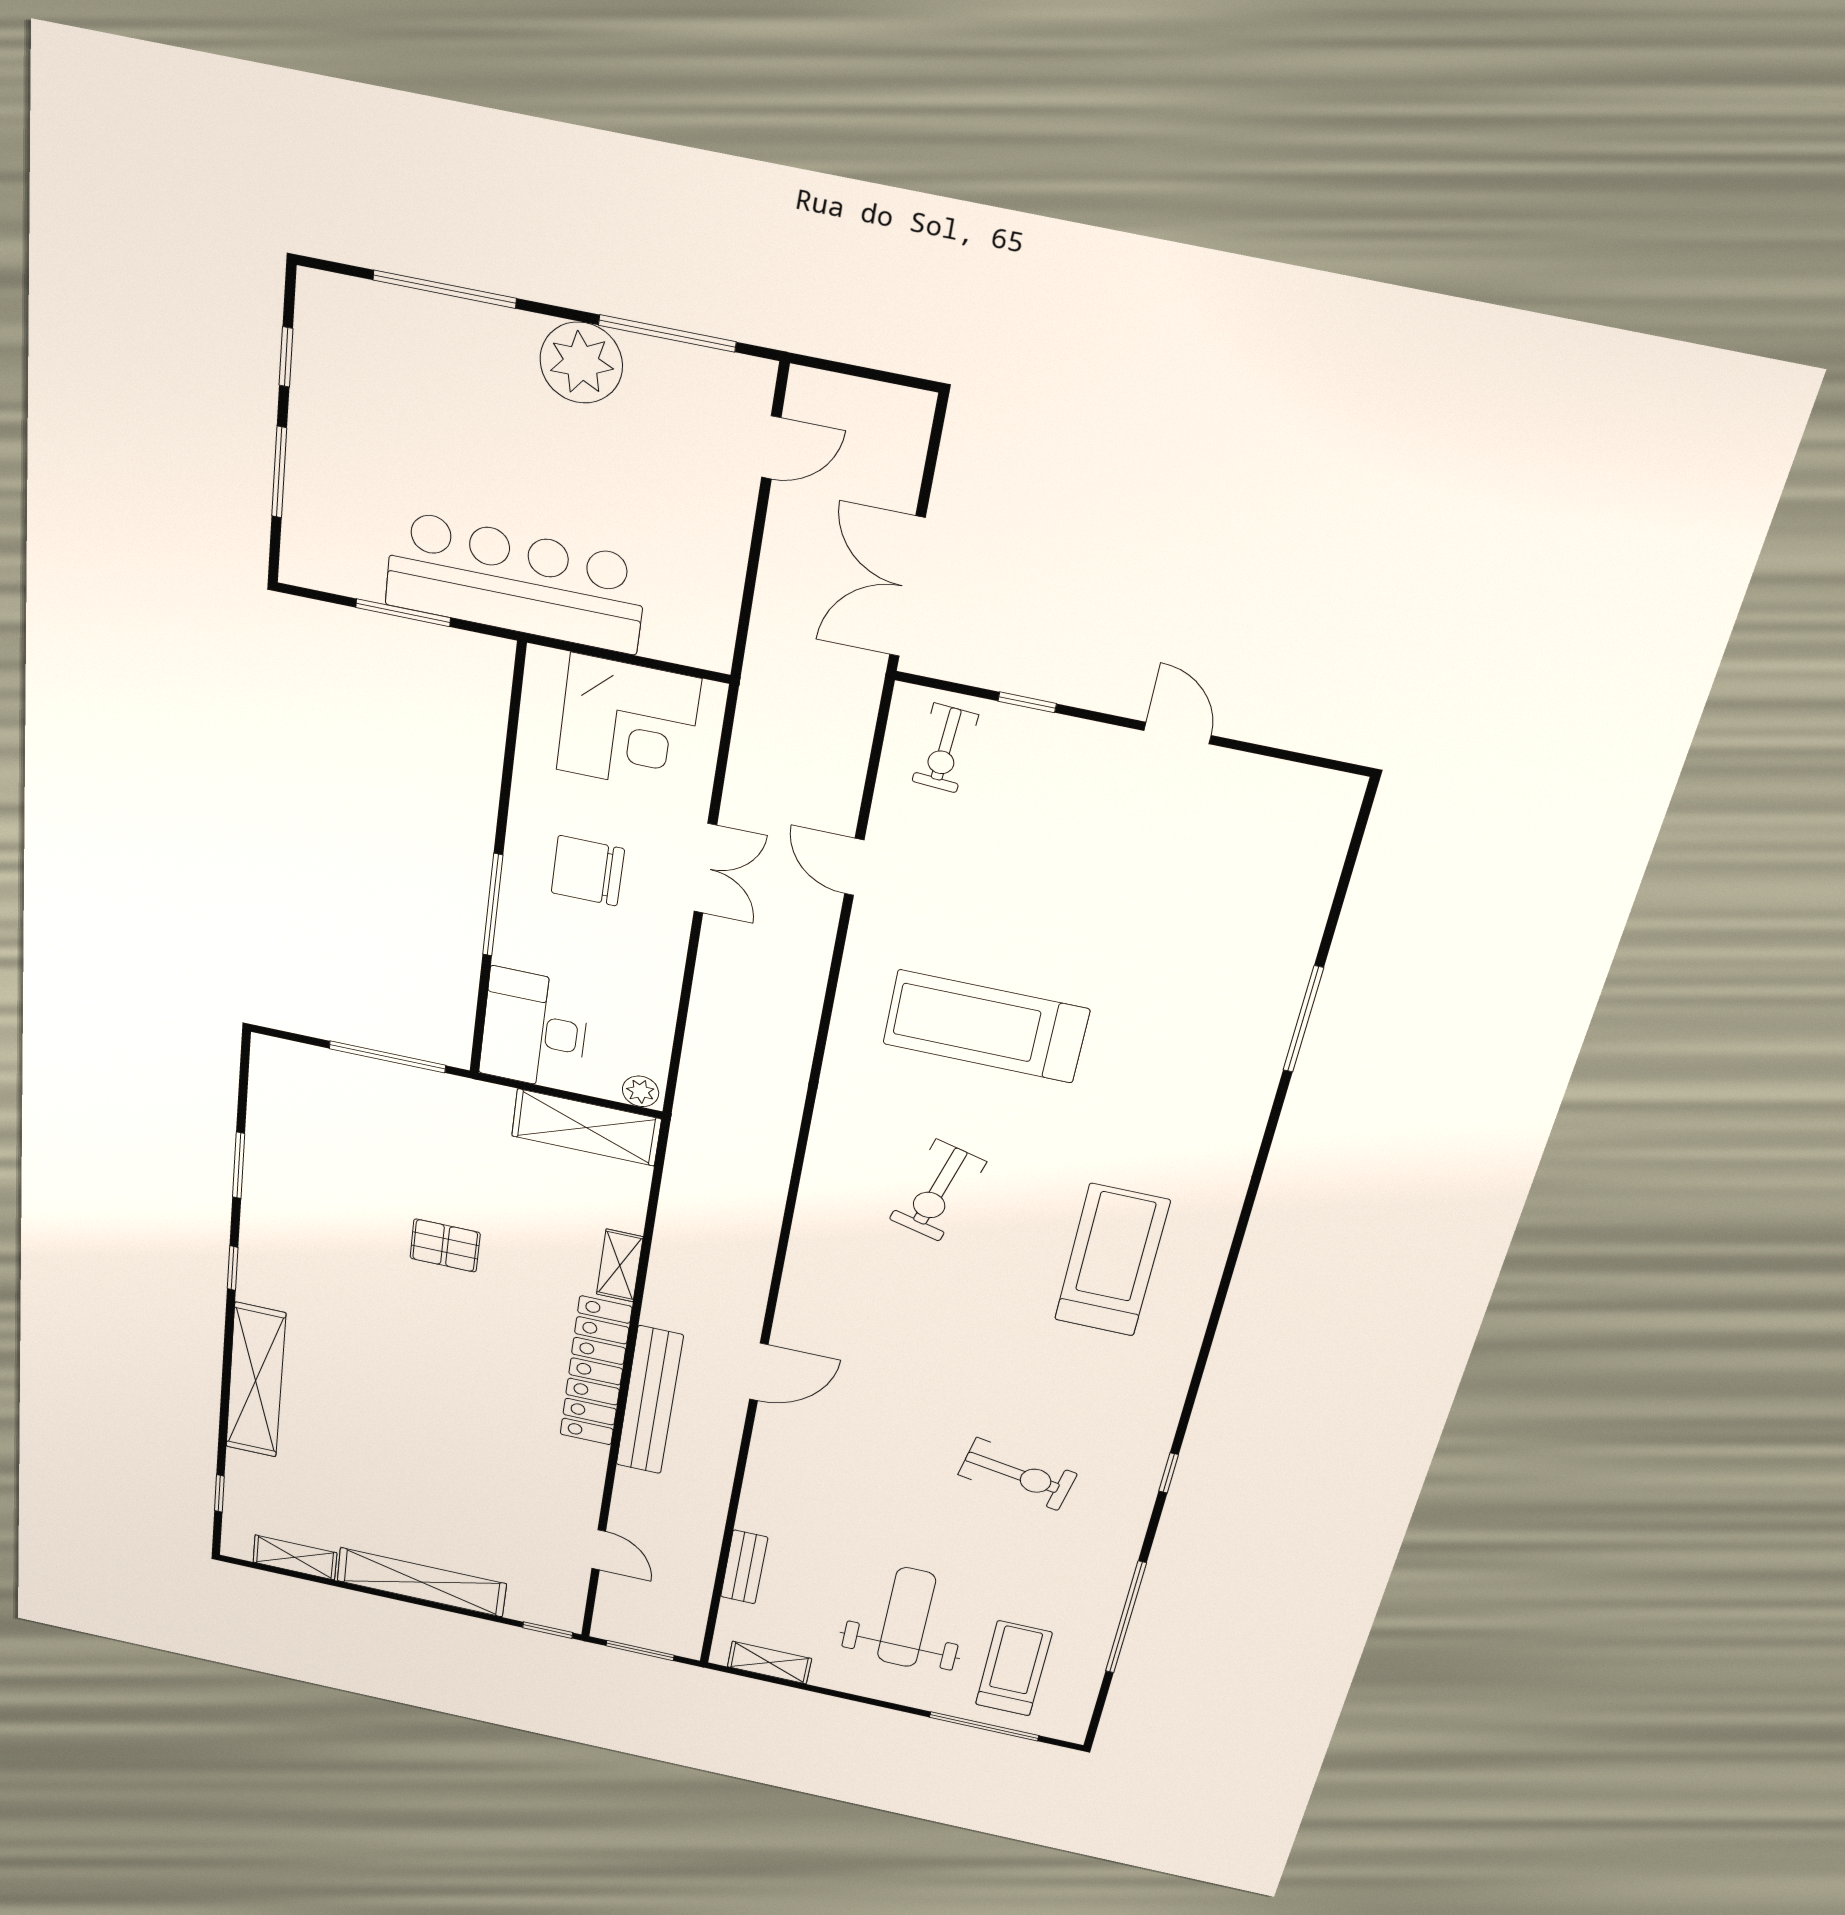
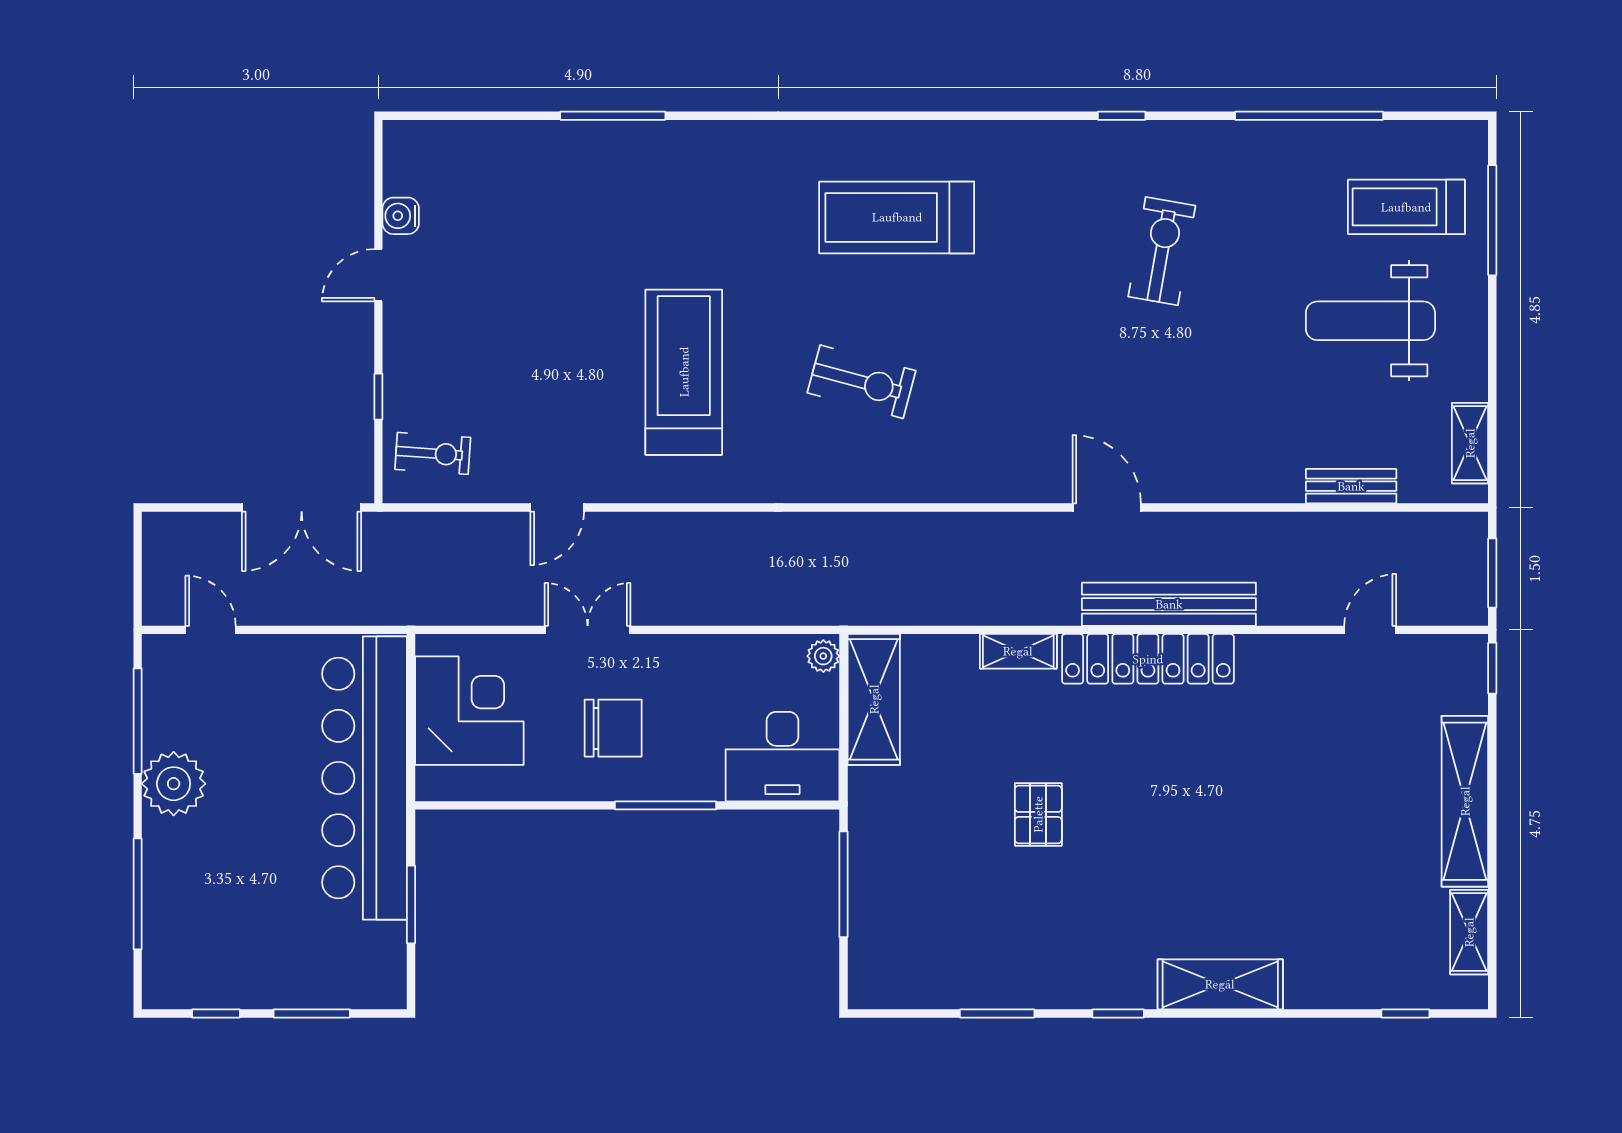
bar counter: (516, 582) -> (365, 778), width x1.36
water cooler: (1245, 773) -> (401, 216), added
chair: (588, 871) -> (613, 728), turned -90
treadmill: (986, 1026) -> (684, 372), turned 180
shelving: (256, 1381) -> (1220, 984), width x0.68

